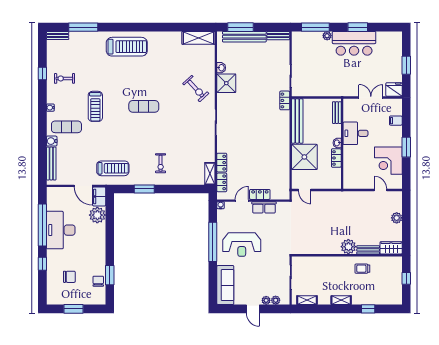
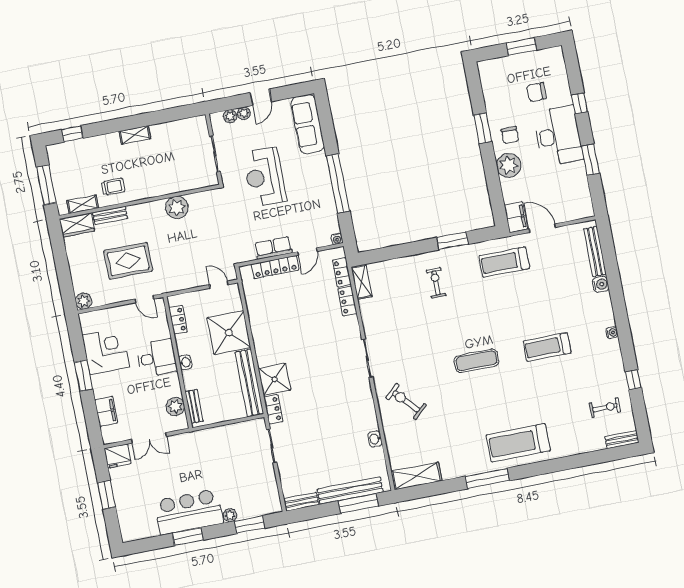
window: (83, 27) -> (487, 478), moved
window: (315, 27) -> (250, 525), width x0.69
exercise bike: (64, 78) -> (605, 407), moved
shower: (226, 83) -> (274, 379), moved
treadmill: (95, 106) -> (547, 347), turned -90
plant: (349, 115) -> (175, 406), added
filing cabinet: (396, 121) -> (106, 411), width x2.00
exercise mat: (66, 127) -> (583, 309), removed
desk: (355, 133) -> (157, 358), moved
locker: (336, 158) -> (178, 320), moved
door: (380, 190) -> (144, 299), moved
locker: (260, 194) -> (275, 267), width x1.53
plant: (97, 215) -> (509, 165), moved
rug: (362, 217) -> (128, 261), added
plant: (397, 218) -> (84, 301), moved
window: (42, 225) -> (590, 160), width x0.47
desk: (61, 230) -> (558, 136), moved
reception desk: (242, 245) -> (264, 177), moved, turned -90
plant: (348, 247) -> (177, 207), moved
window: (110, 275) -> (483, 128), moved
window: (406, 278) -> (46, 185), width x2.17
chair: (98, 281) -> (510, 135), moved
shelving: (307, 300) -> (83, 204), moved
door: (253, 309) -> (261, 97), swing flipped
window: (368, 309) -> (72, 134), moved

